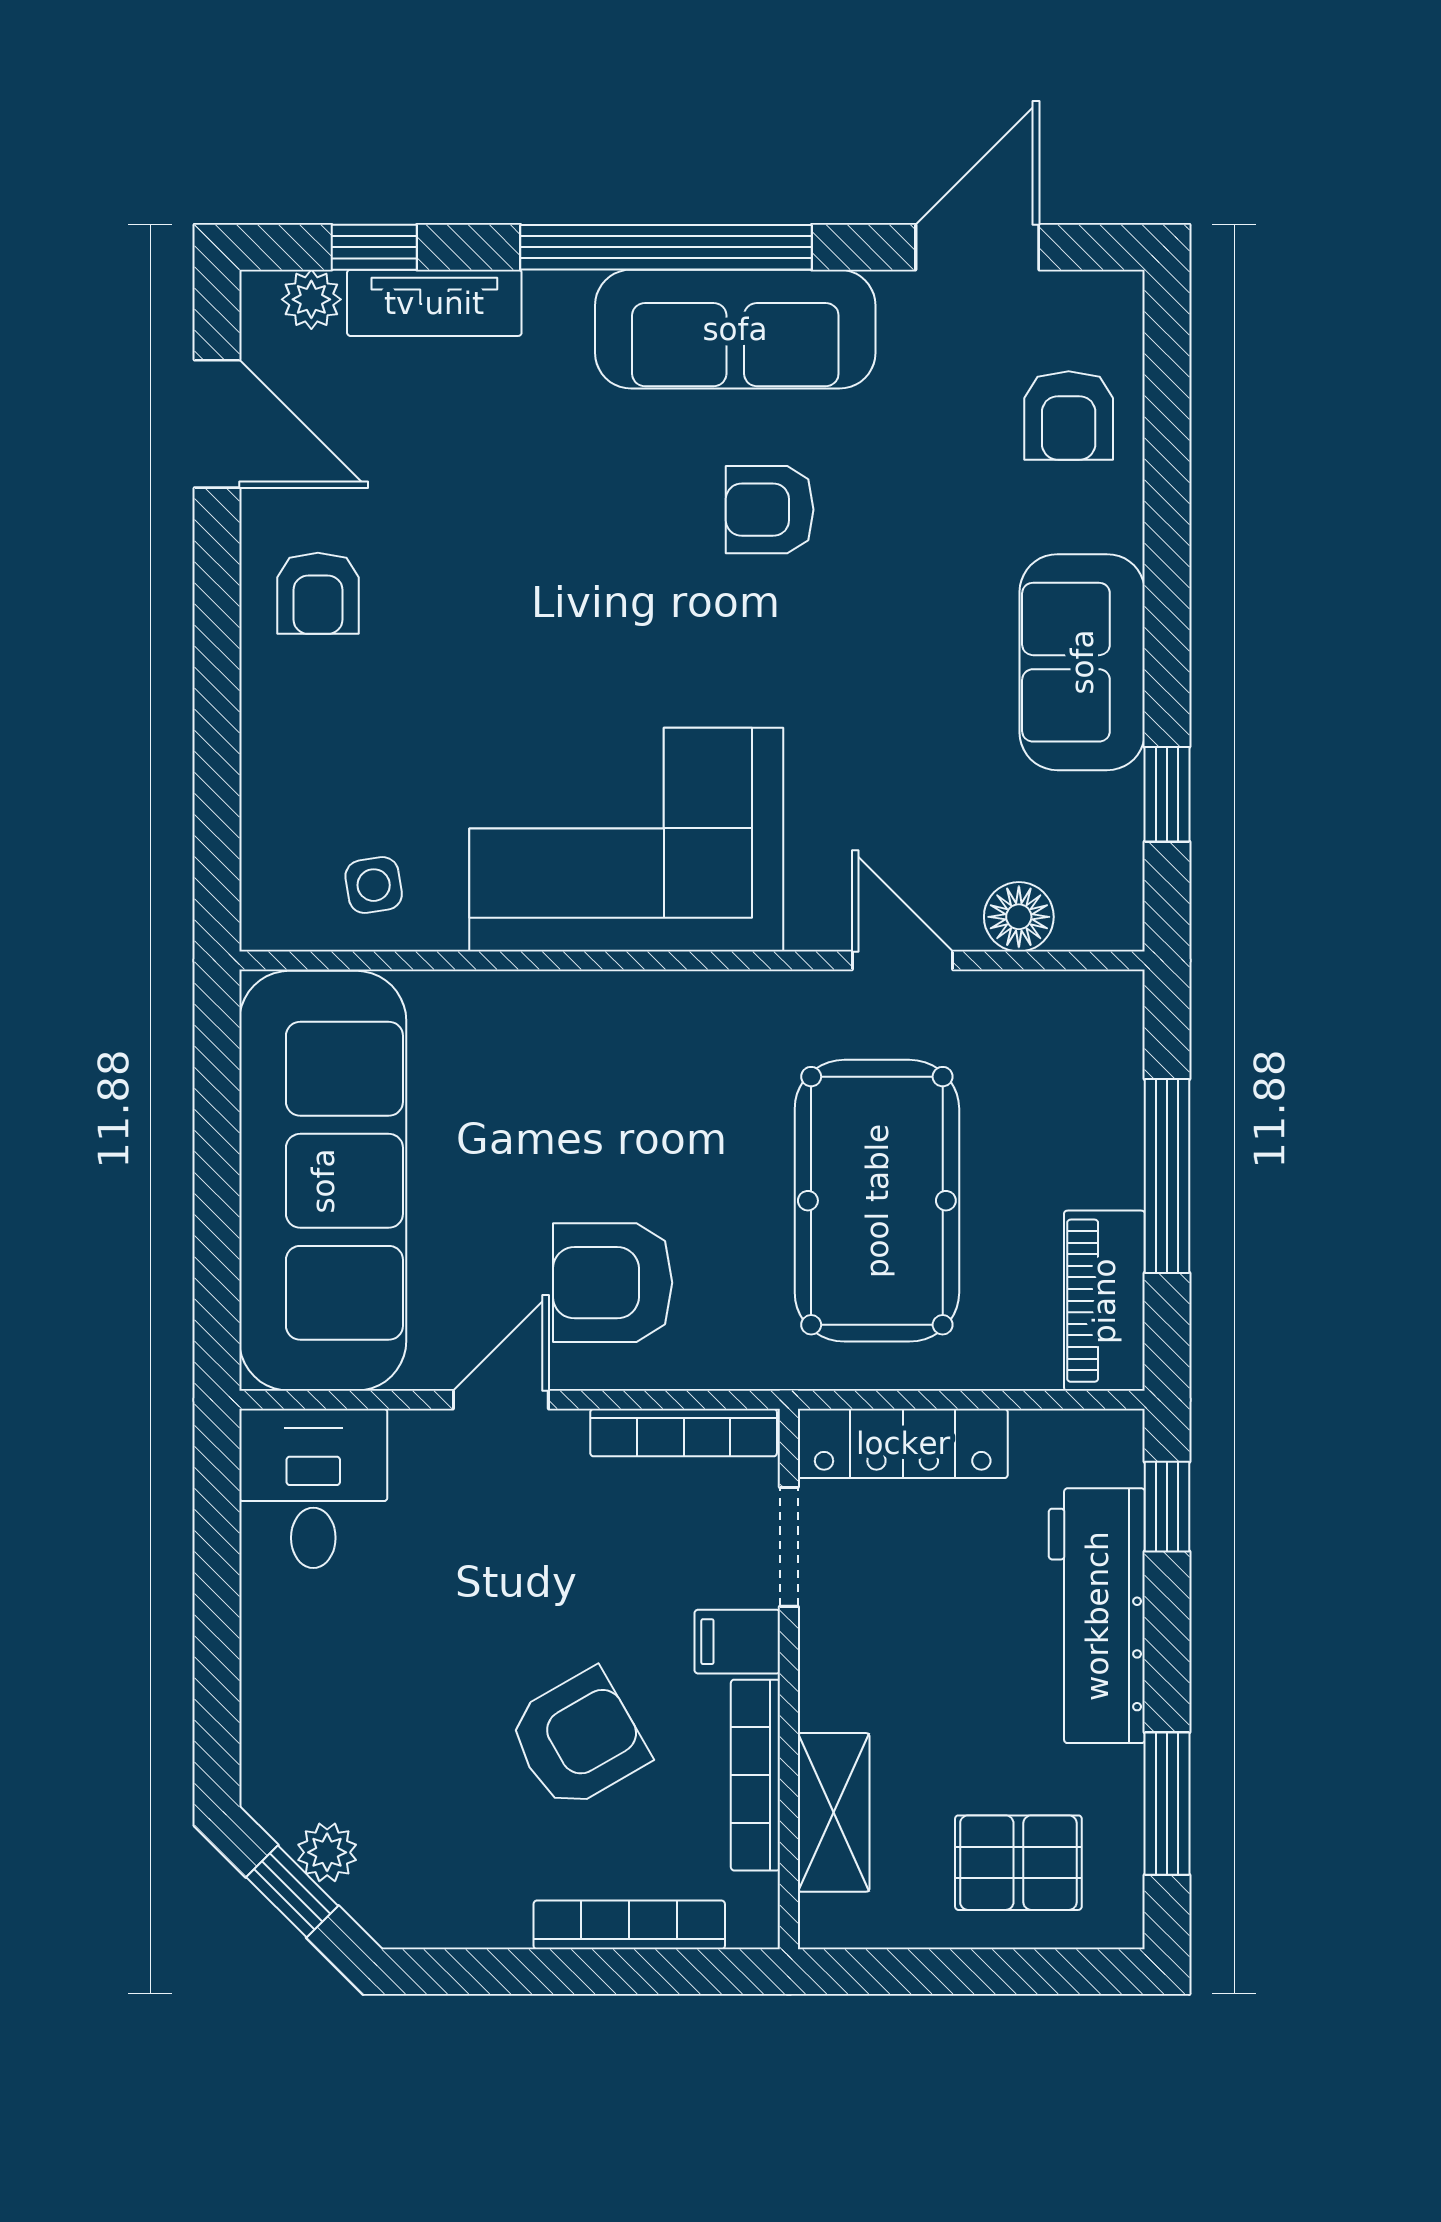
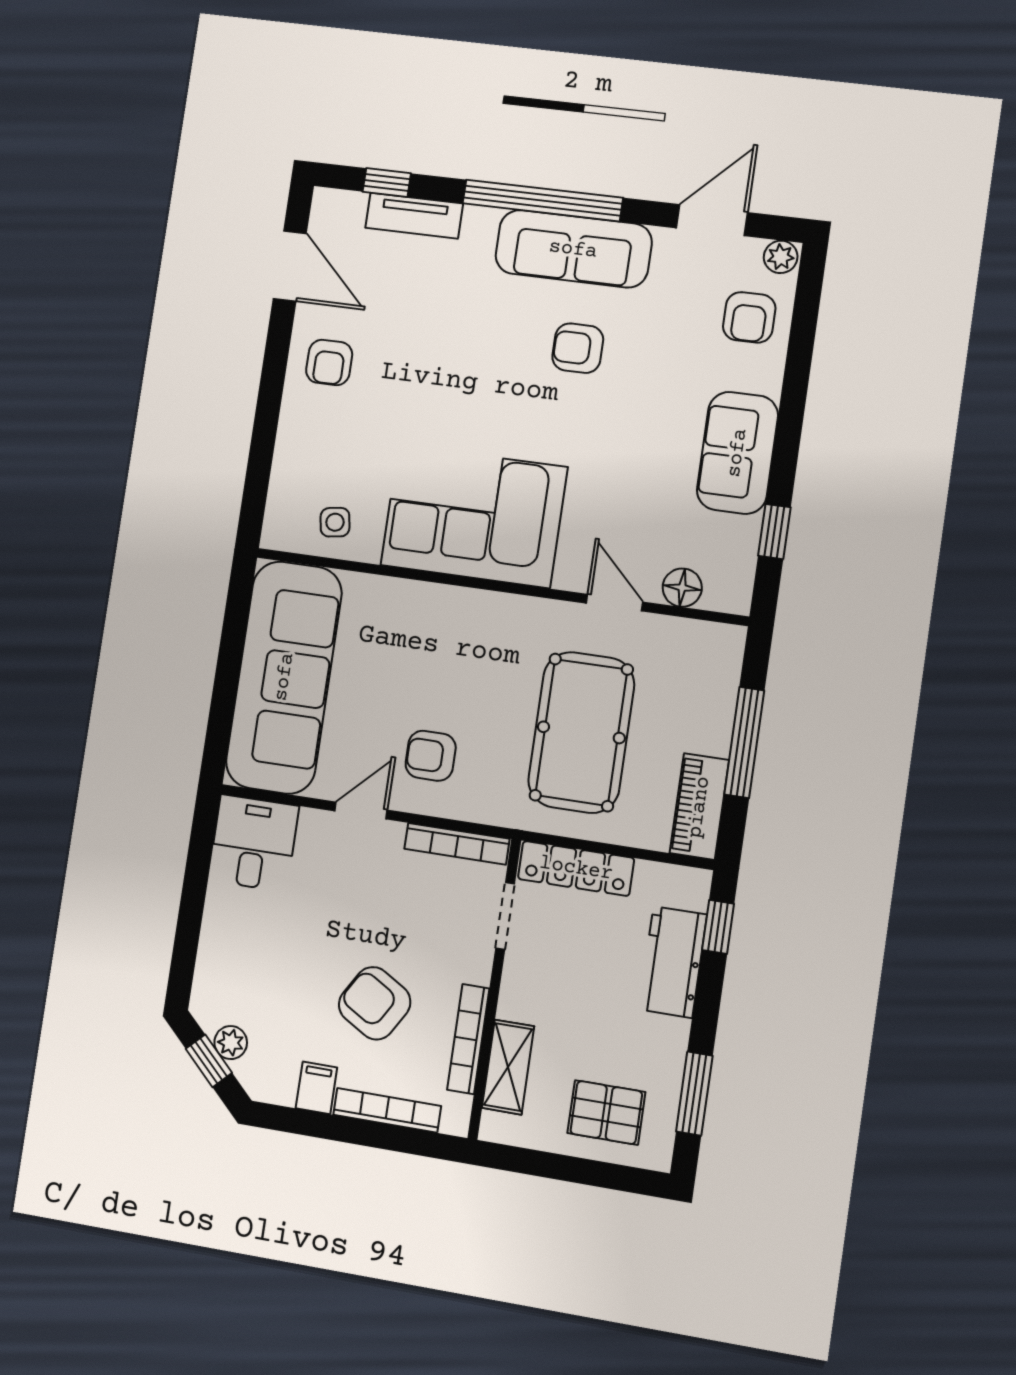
plant: (311, 299) -> (781, 257), moved
armchair: (613, 1283) -> (431, 756), width x0.72, depth x0.72
workbench: (1097, 1616) -> (673, 962), width x0.73
filing cabinet: (737, 1642) -> (316, 1088), moved, turned 90
armchair: (578, 1739) -> (375, 1003), turned -119

